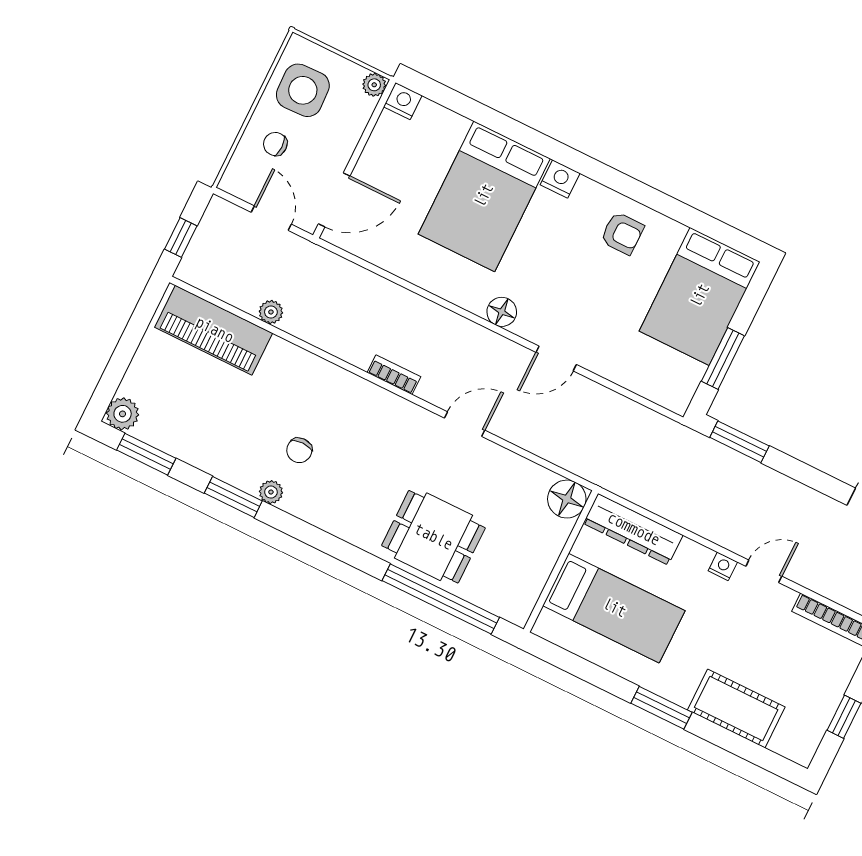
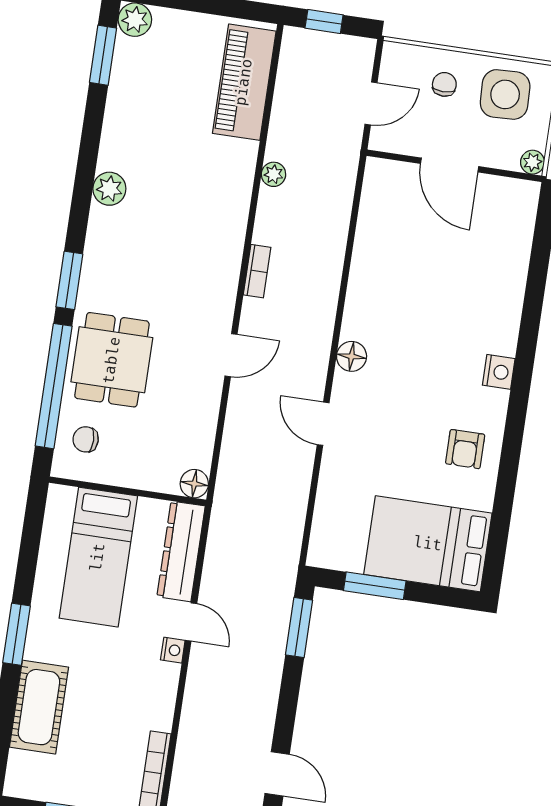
nightstand: (403, 101) -> (526, 195), removed
bed: (484, 196) -> (458, 304), removed
door: (334, 200) -> (450, 165), moved
plant: (271, 312) -> (274, 174), moved
door: (465, 424) -> (231, 355), hinge flipped
chair: (299, 450) -> (86, 439), moved
plant: (271, 492) -> (109, 189), width x1.38, depth x1.38
window: (233, 497) -> (69, 280), moved
floor lamp: (567, 499) -> (194, 484), width x0.73, depth x0.73
door: (764, 571) -> (191, 622), moved

